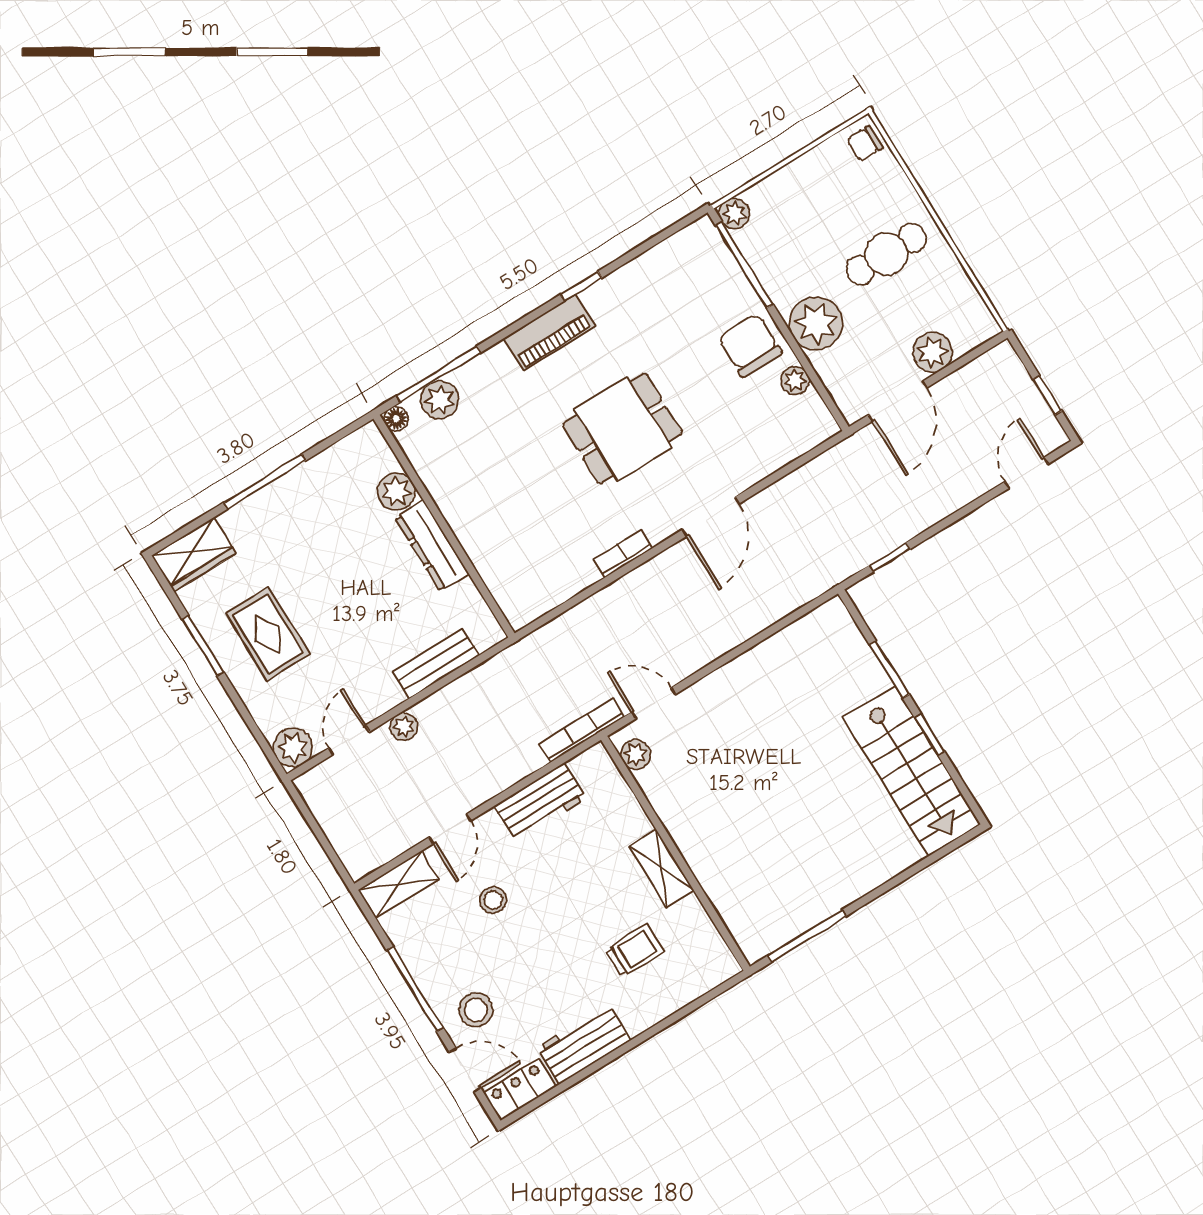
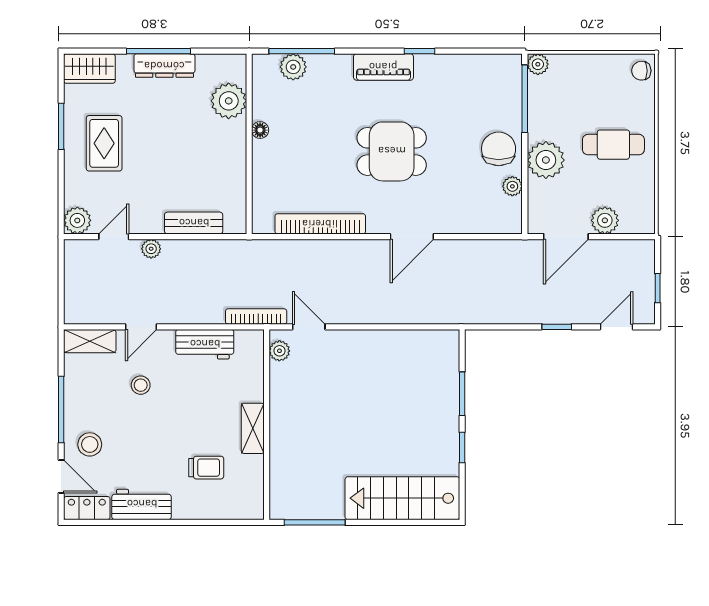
floor lamp: (396, 419) -> (260, 130), moved
plant: (396, 491) -> (229, 101), width x1.36, depth x1.36
dresser: (432, 546) -> (164, 66), moved, turned -90
bookcase: (623, 553) -> (320, 224), width x2.31, depth x1.31
window: (890, 557) -> (557, 327), moved
stairs: (912, 771) -> (402, 498), moved, turned 90

